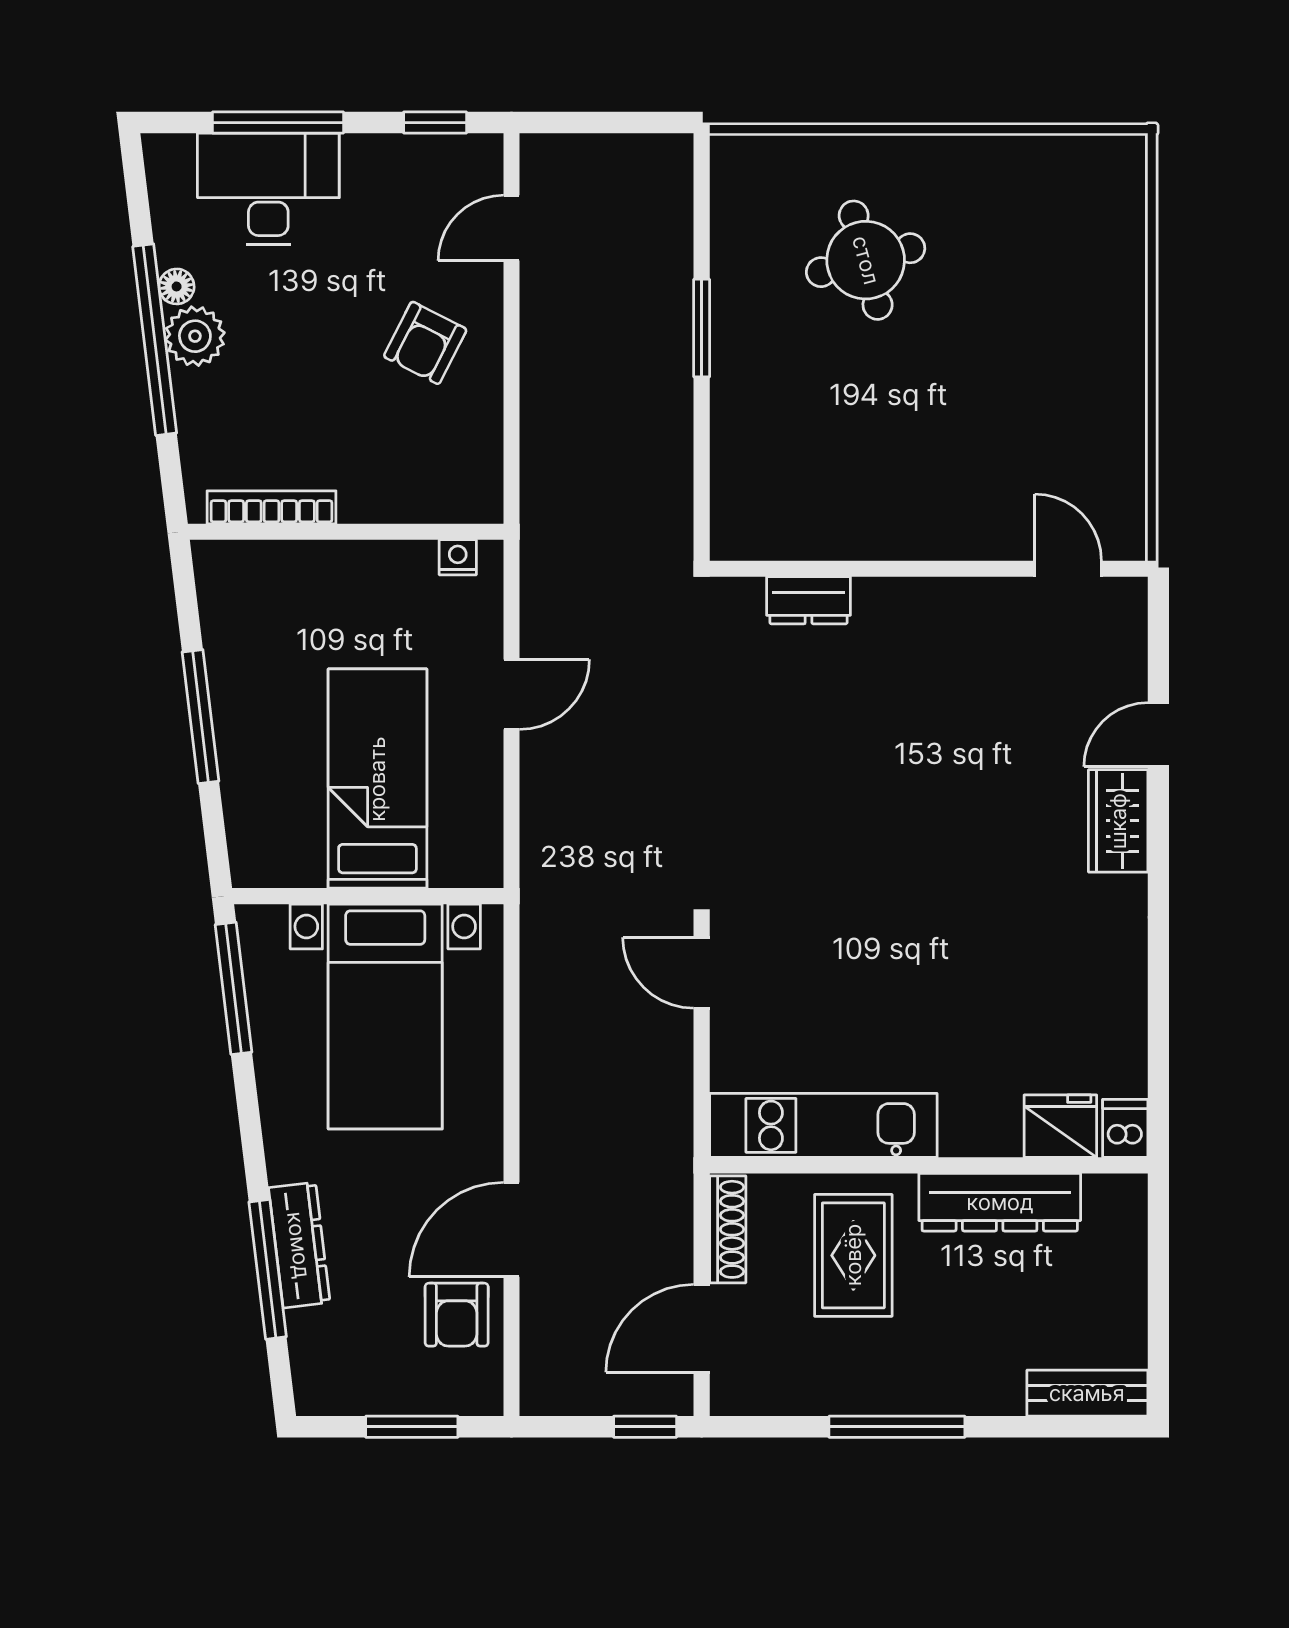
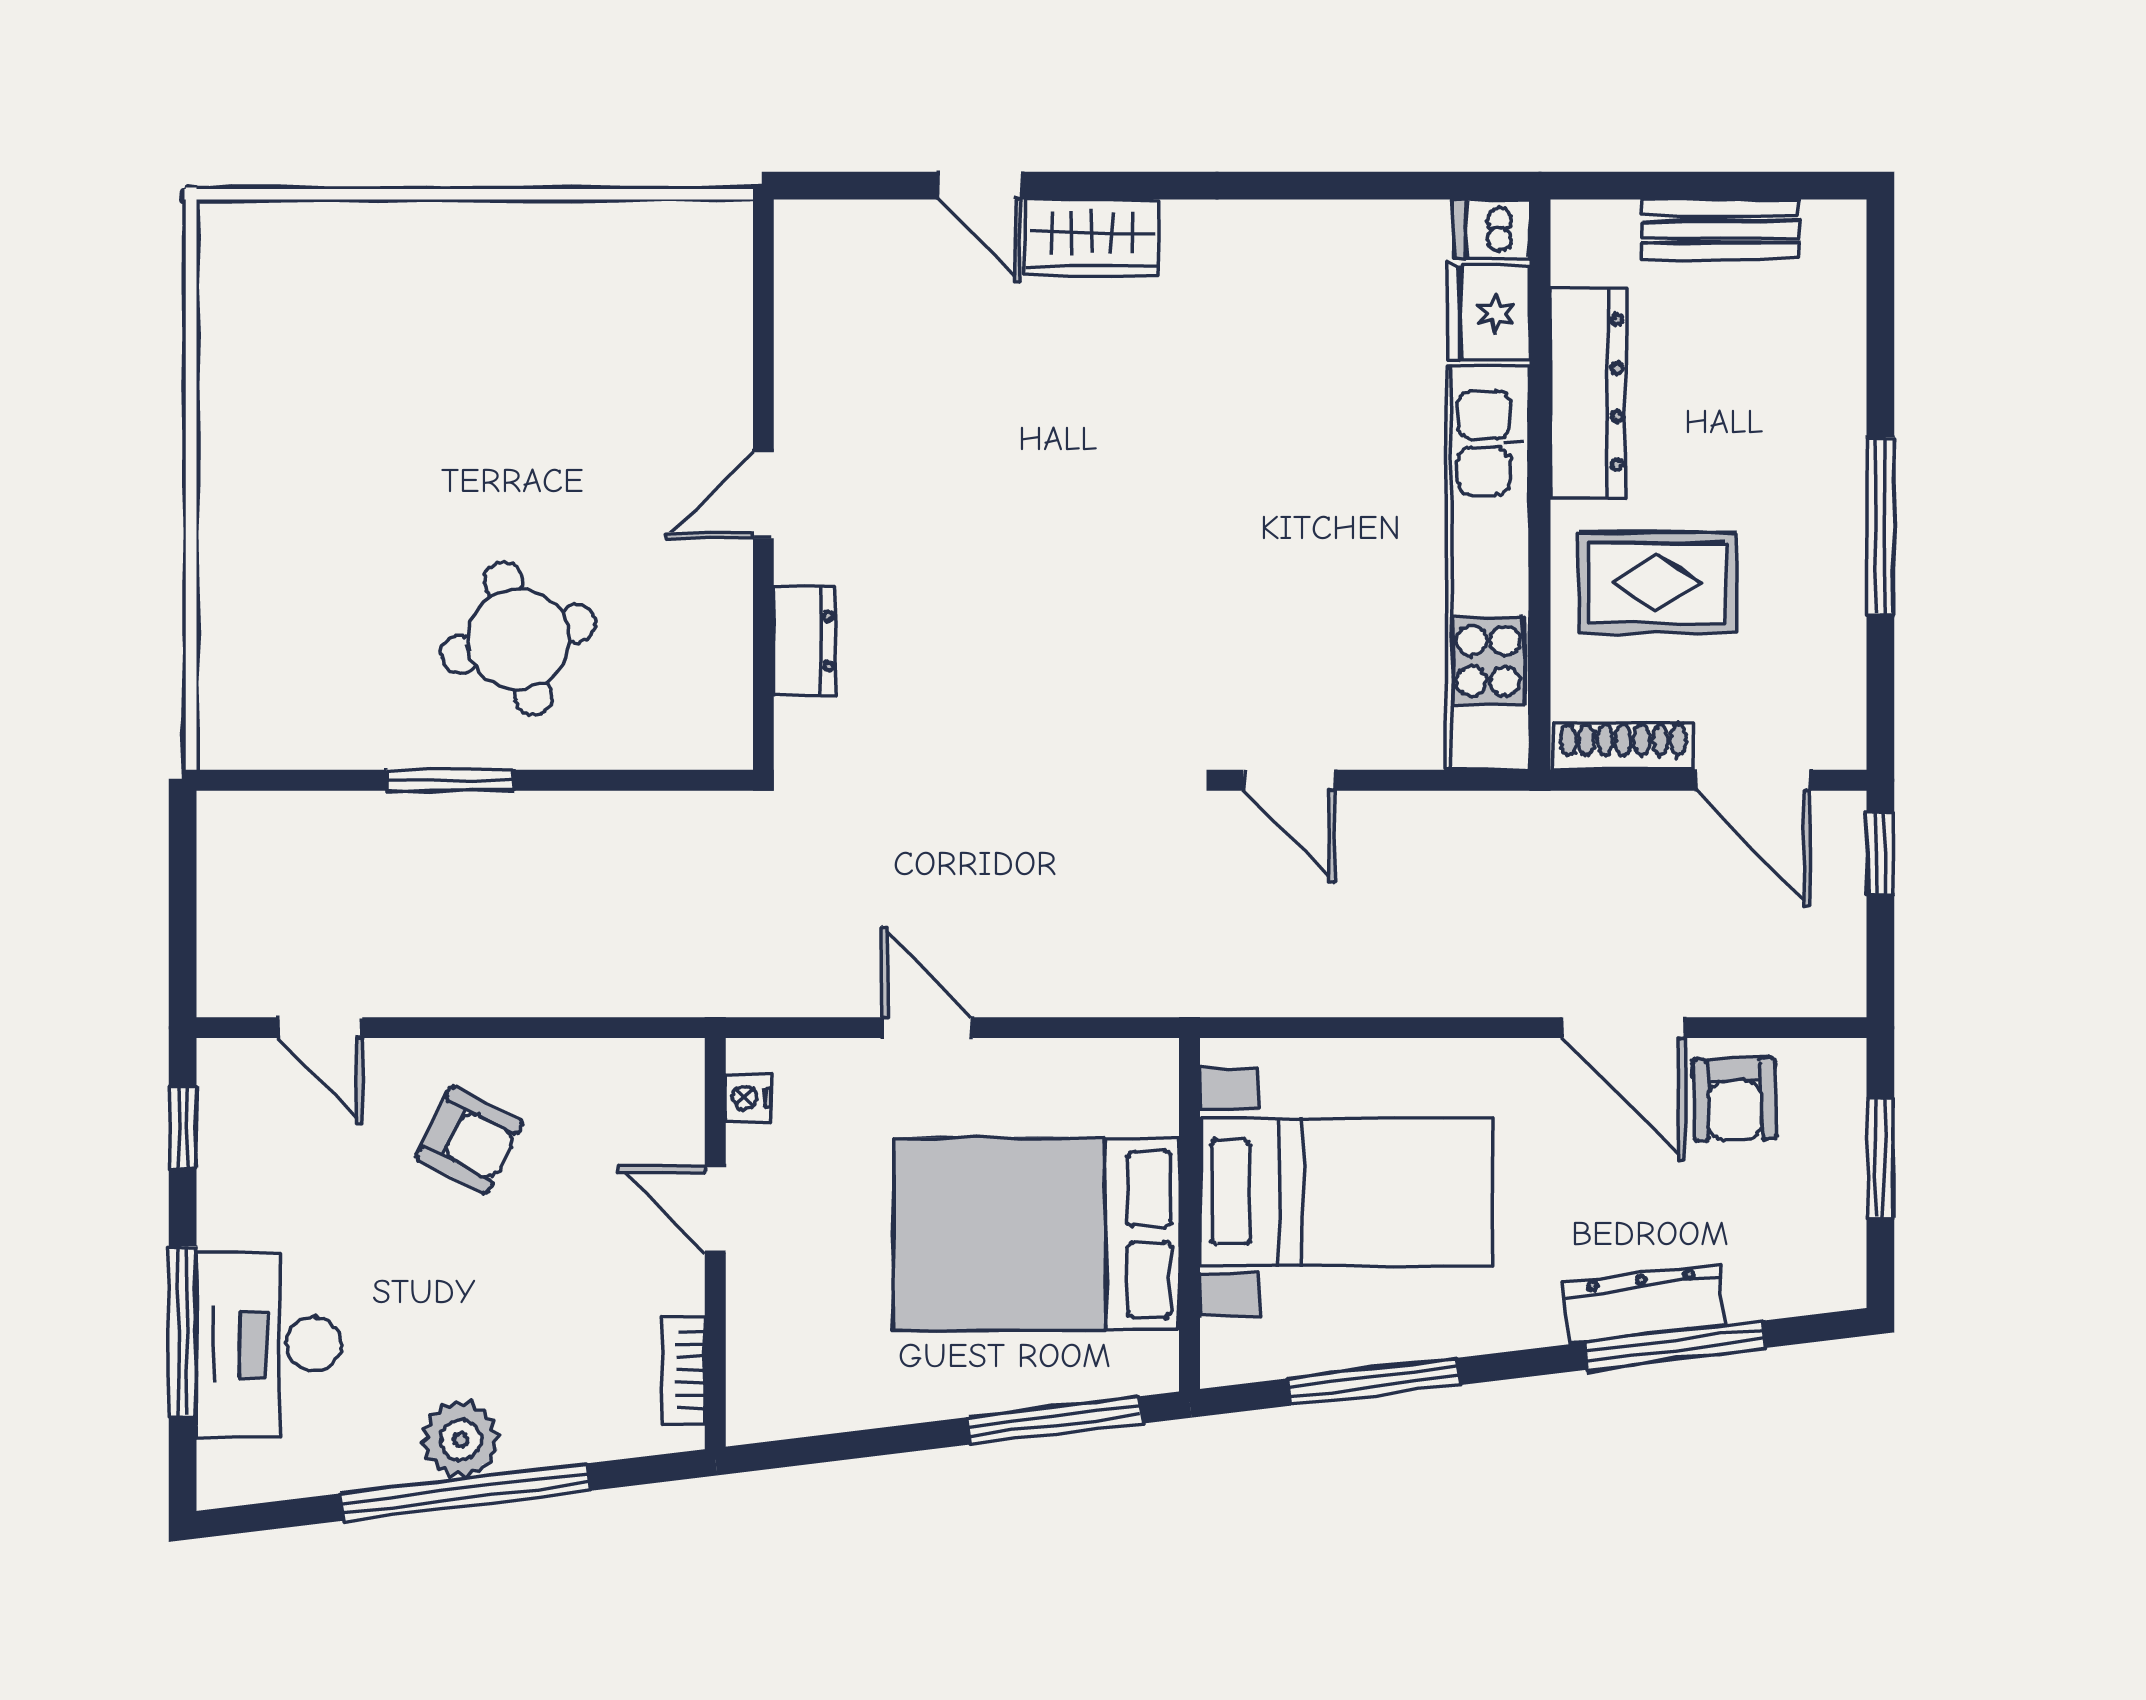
round table: (866, 260) -> (518, 639), moved
floor lamp: (177, 286) -> (396, 1464), removed
bookcase: (271, 507) -> (683, 1370), width x0.64
door: (372, 532) -> (715, 1209), added
door: (1068, 569) -> (763, 495), moved
window: (201, 717) -> (1055, 1420), moved
bed: (377, 779) -> (1036, 1234), width x1.50
door: (702, 973) -> (1289, 780), hinge flipped
window: (234, 988) -> (1374, 1382), moved
kitchen unit: (823, 1125) -> (1488, 568), width x1.36
armchair: (457, 1315) -> (1734, 1099), turned 88
bench: (1087, 1393) -> (1721, 229), moved, turned 90

